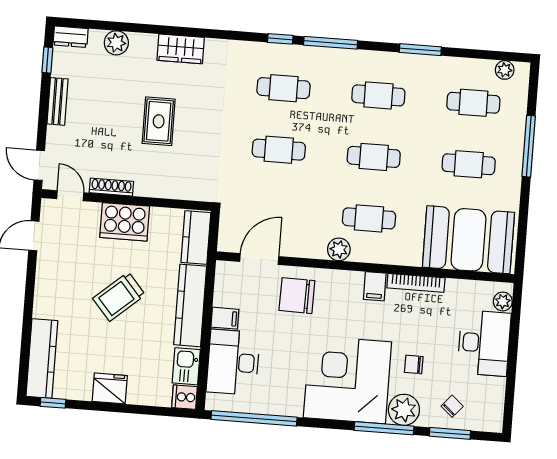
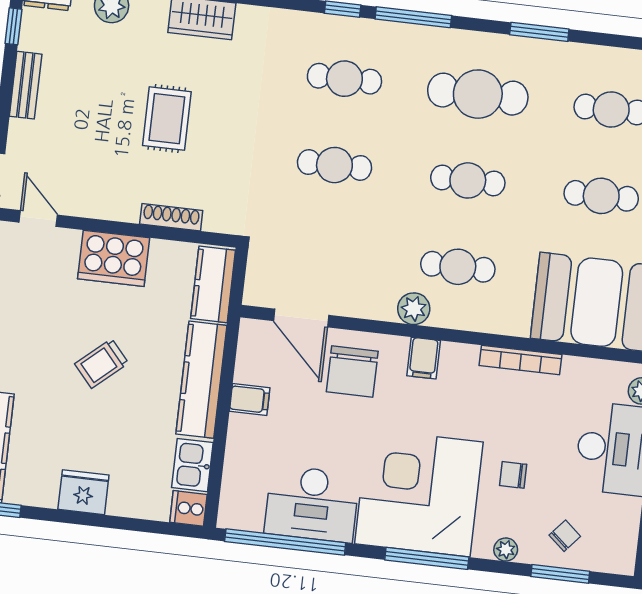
cafe table: (378, 95) -> (478, 94), width x1.37, depth x1.35
shoe rack: (111, 187) -> (171, 217), moved
door: (259, 259) -> (301, 318), swing flipped
filing cabinet: (375, 286) -> (424, 358), moved
chair: (297, 296) -> (352, 371), turned -91
trolley: (119, 297) -> (102, 363), width x0.73, depth x0.72
desk: (233, 362) -> (312, 504), moved, turned -90
plant: (404, 410) -> (506, 550), width x0.53, depth x0.53
window: (384, 428) -> (427, 558), moved

